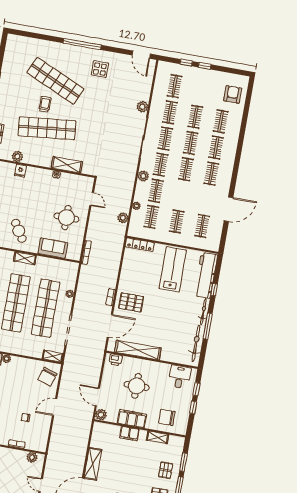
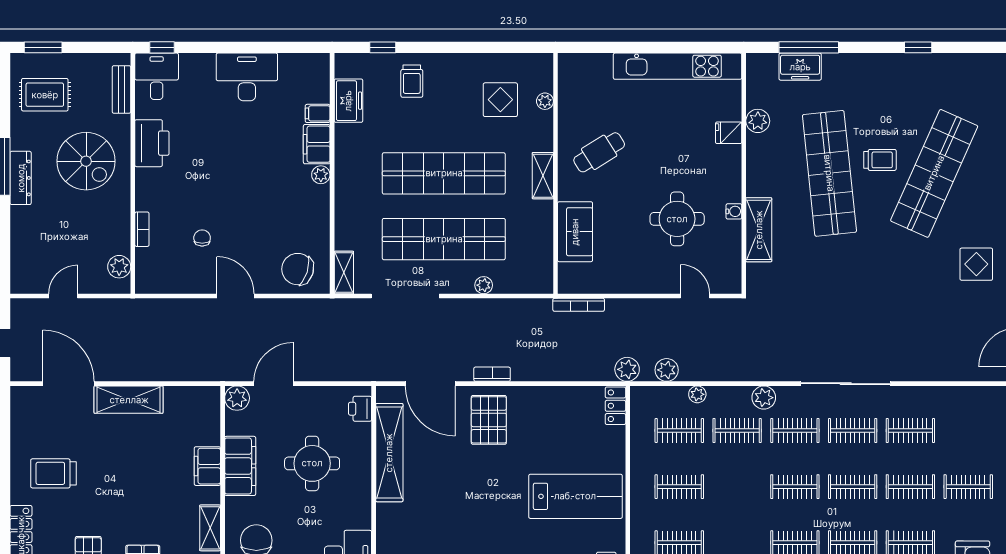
clothes rail: (175, 86) -> (968, 487), moved
plant: (142, 107) -> (627, 369), moved
door: (92, 199) -> (695, 296), swing flipped
round table: (66, 218) -> (677, 219), moved
locker: (140, 245) -> (615, 406), width x0.66

